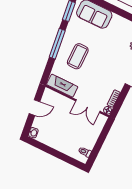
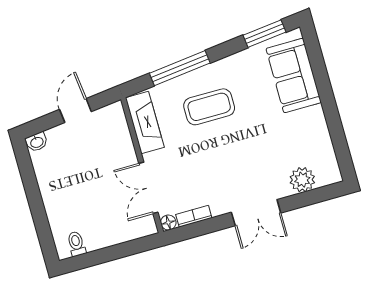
window: (57, 44) -> (180, 68), moved
door: (34, 108) -> (75, 111), swing flipped

